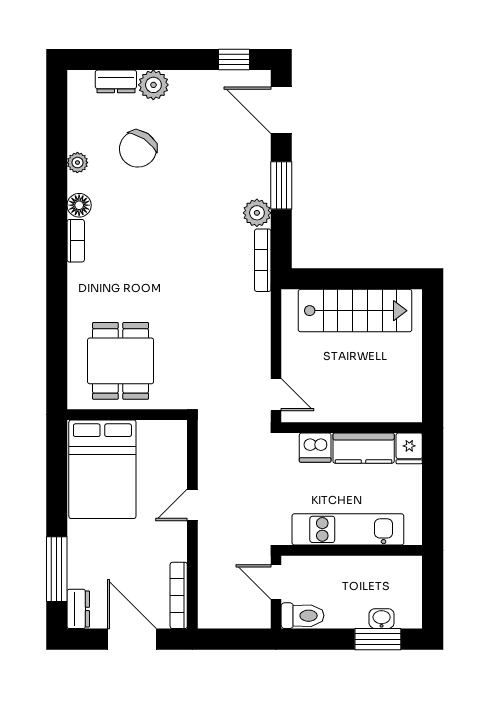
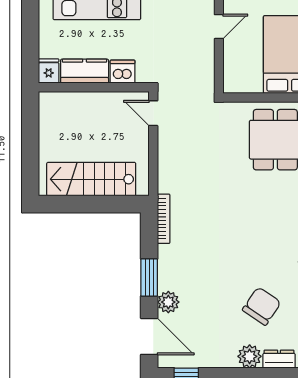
plant: (257, 213) -> (168, 302), moved

